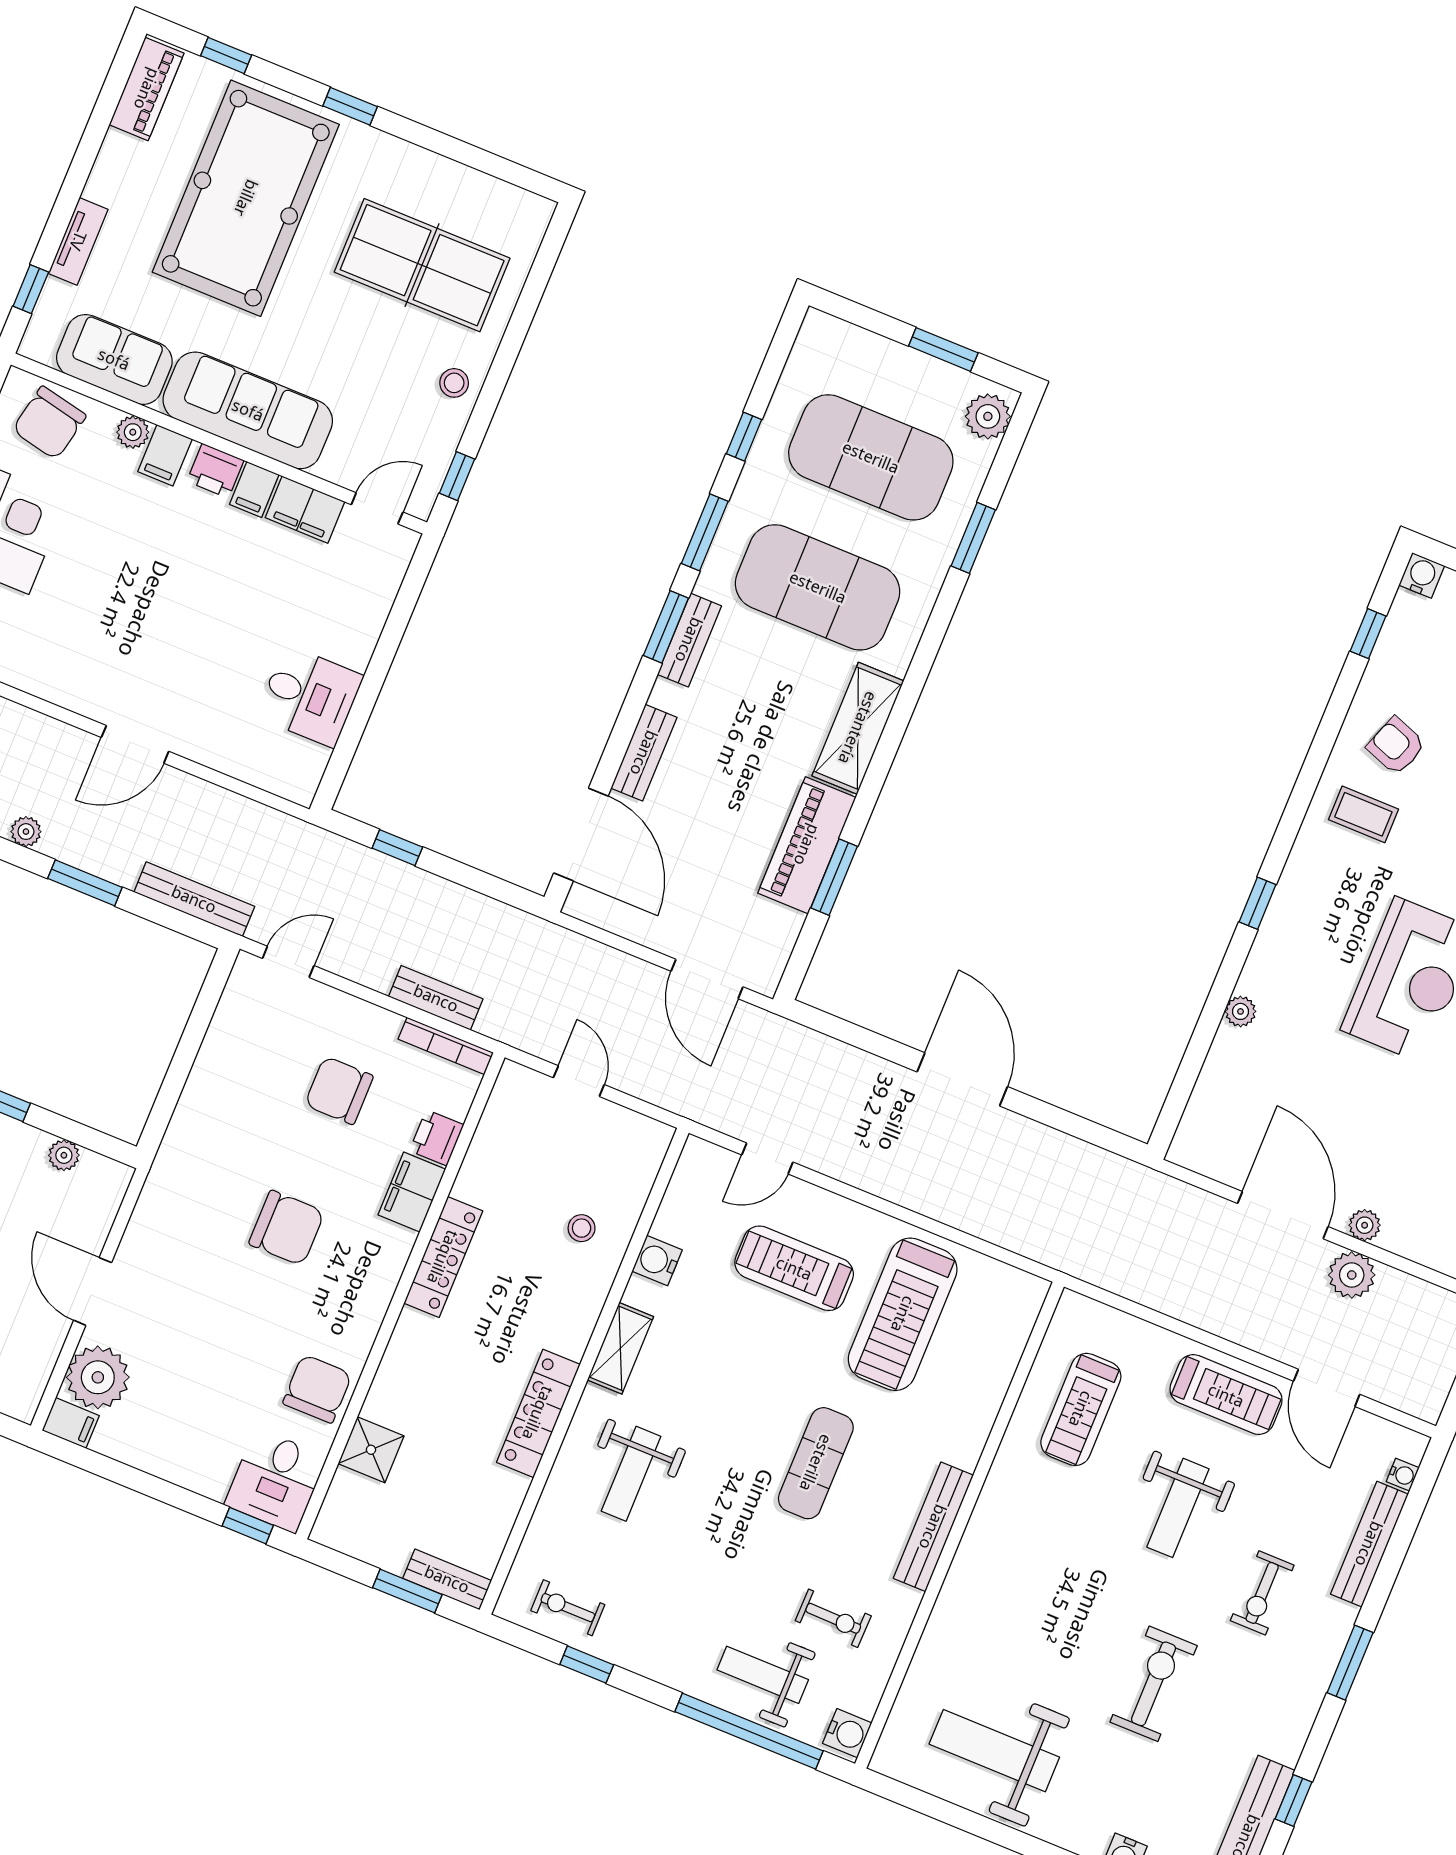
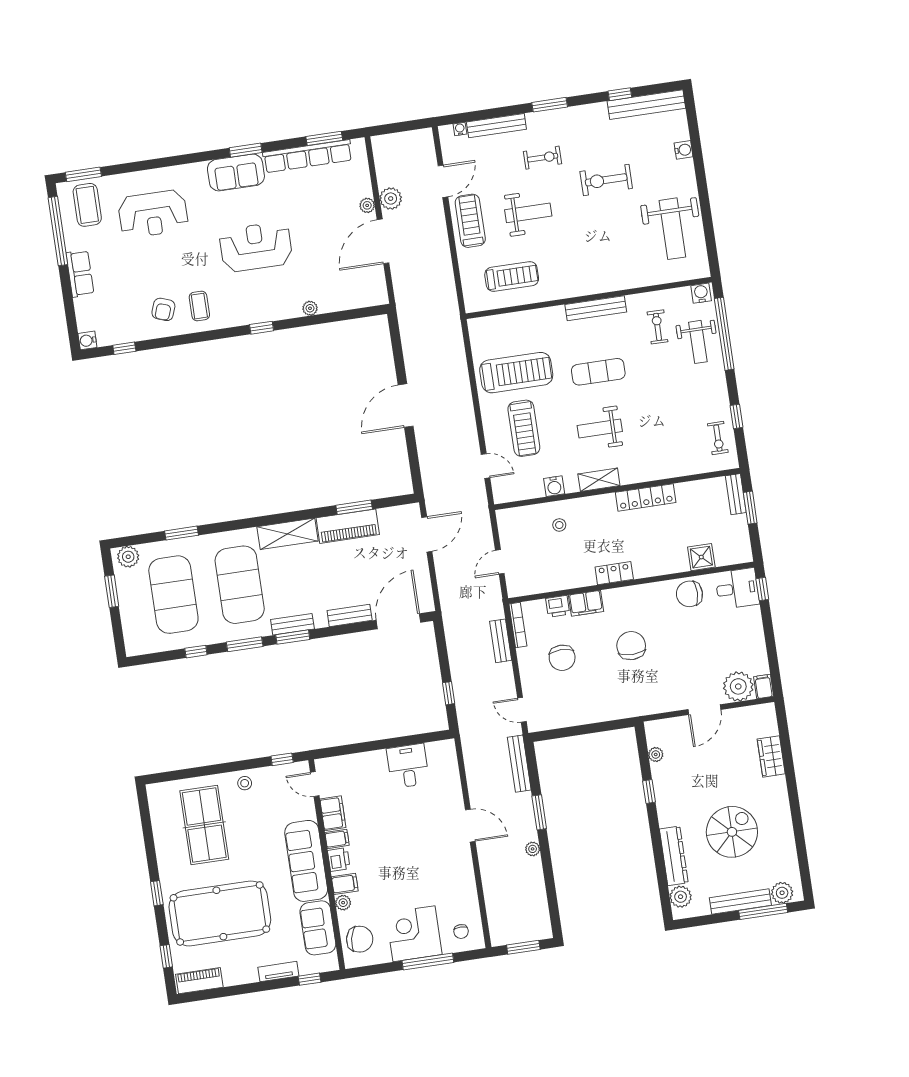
locker: (443, 1257) -> (614, 573), width x0.66
weight bench: (631, 1474) -> (600, 429), moved, turned 180

